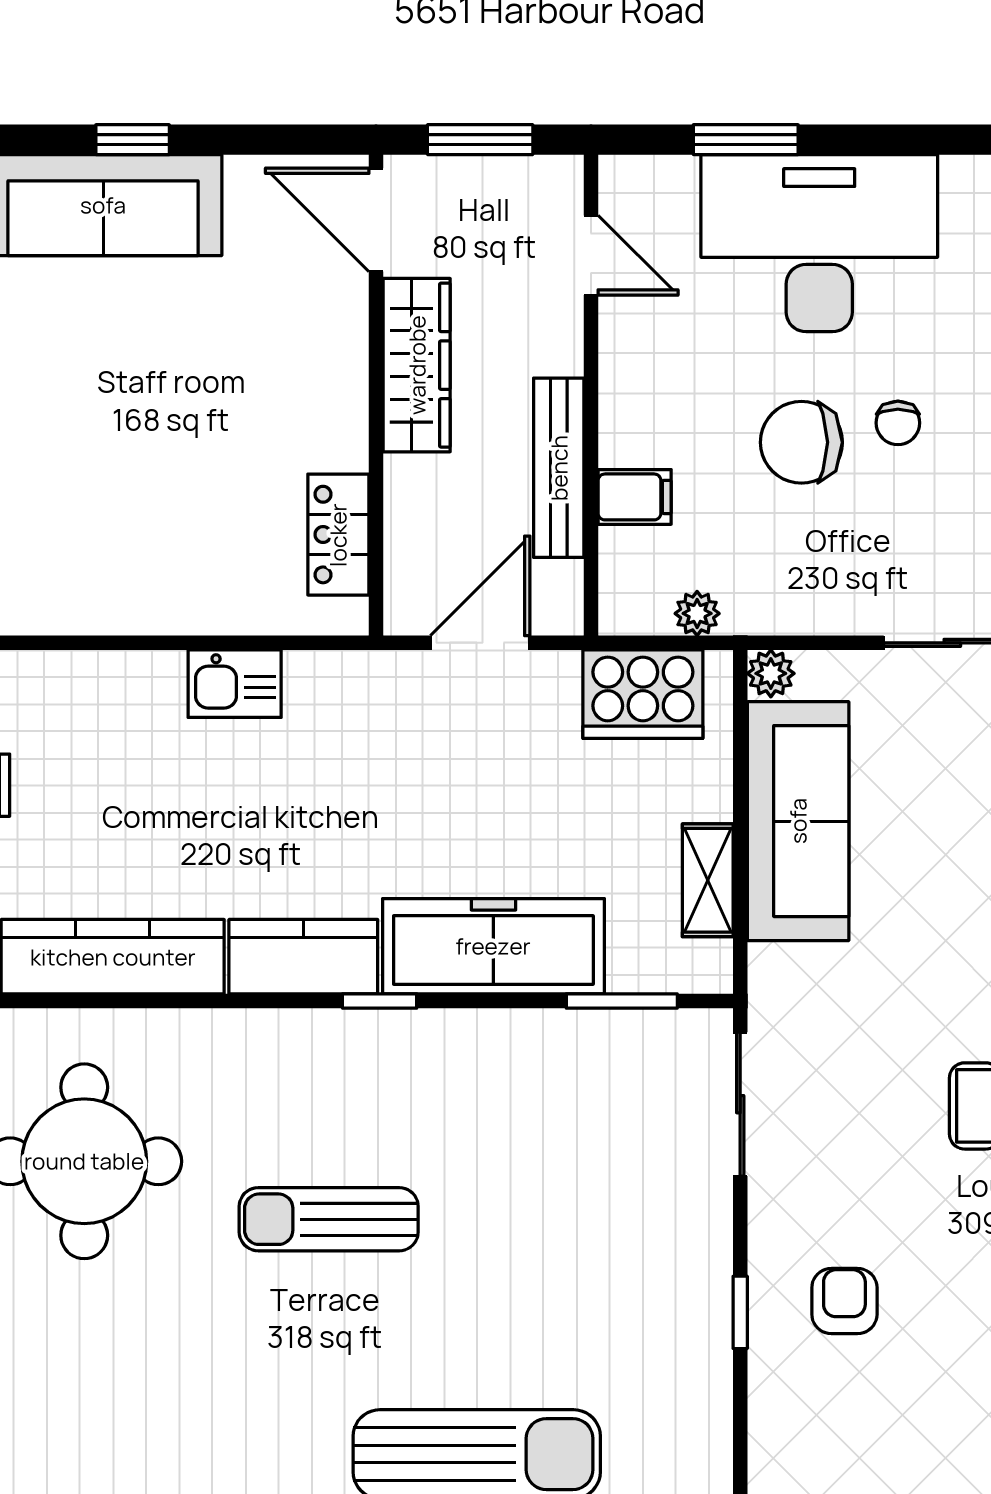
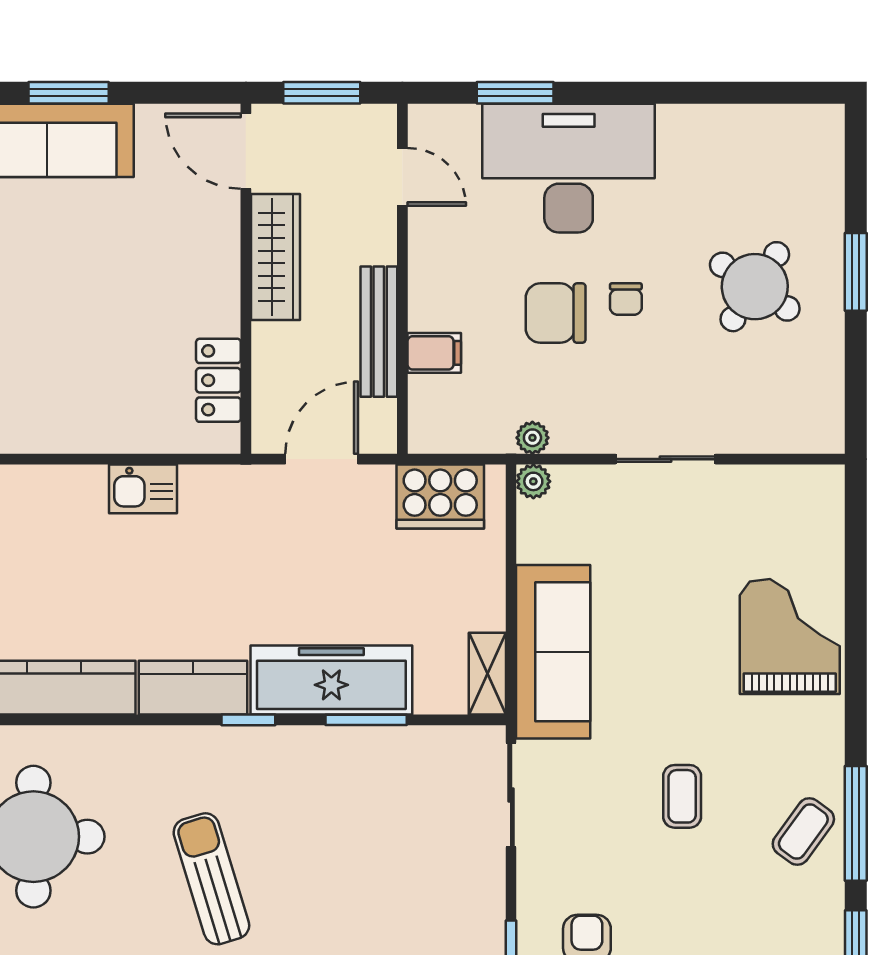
window: (133, 140) -> (69, 93), width x1.50
plant: (697, 613) -> (532, 438), moved
sofa: (798, 821) -> (553, 652), moved
shelving: (708, 880) -> (487, 674), moved
window: (622, 1001) -> (366, 720), moved
sun lounger: (329, 1219) -> (211, 879), turned 73

